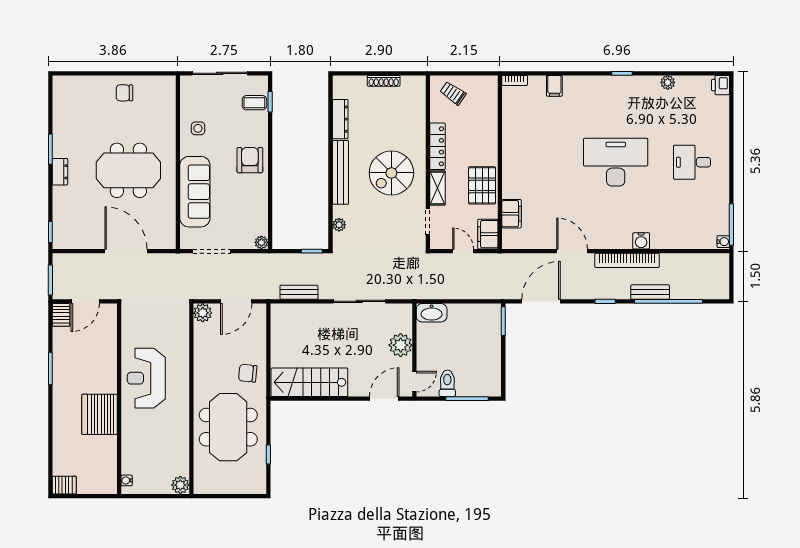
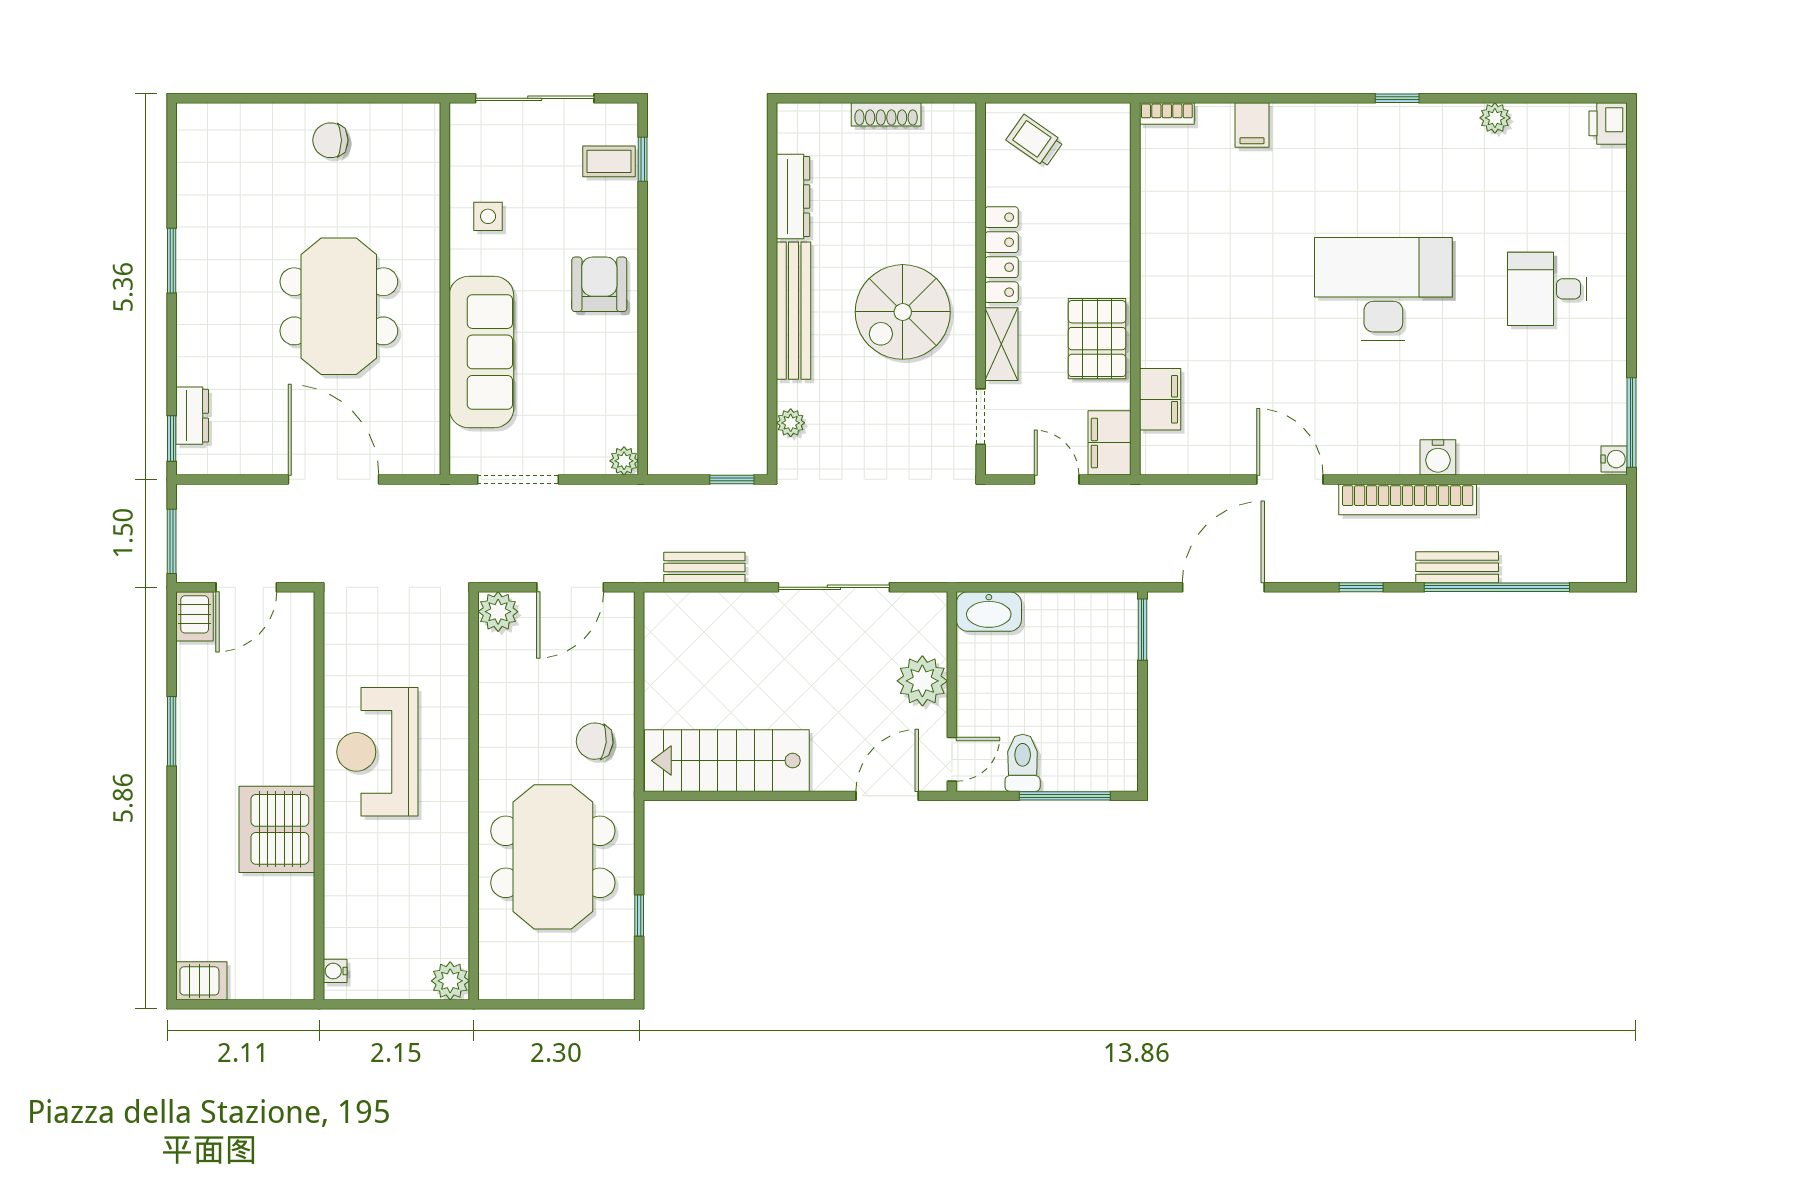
meeting table: (128, 170) -> (339, 306), turned 90
dresser: (60, 172) -> (192, 416), moved

